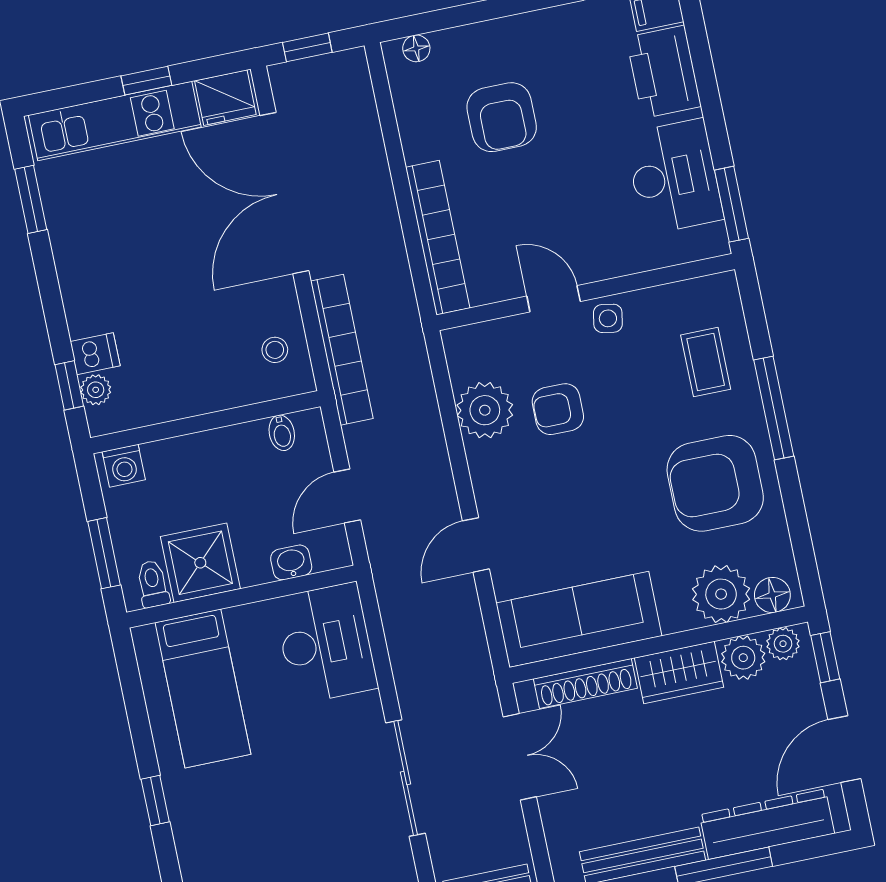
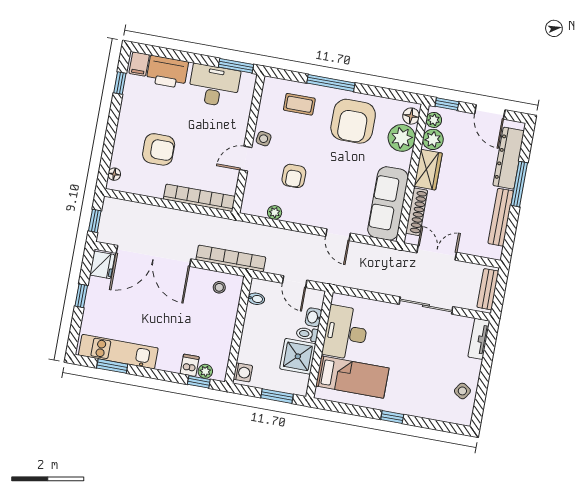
kitchen unit: (115, 121) -> (118, 352), moved, turned -90
plant: (485, 410) -> (275, 212), width x0.53, depth x0.53
toilet: (153, 584) -> (307, 334), moved
desk: (326, 643) -> (346, 333), moved, turned -90

